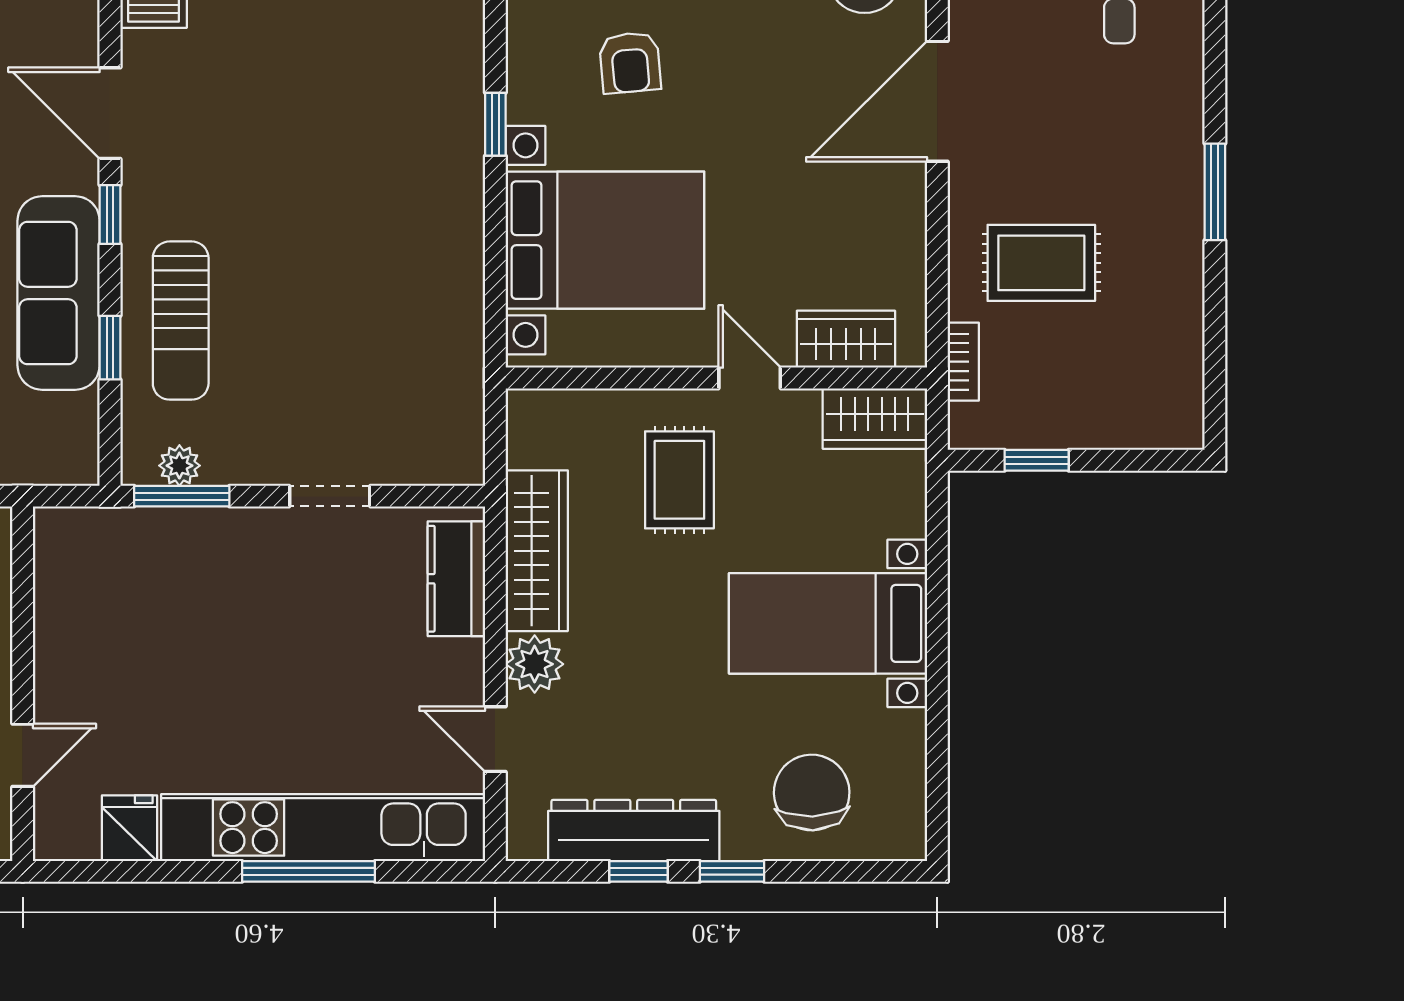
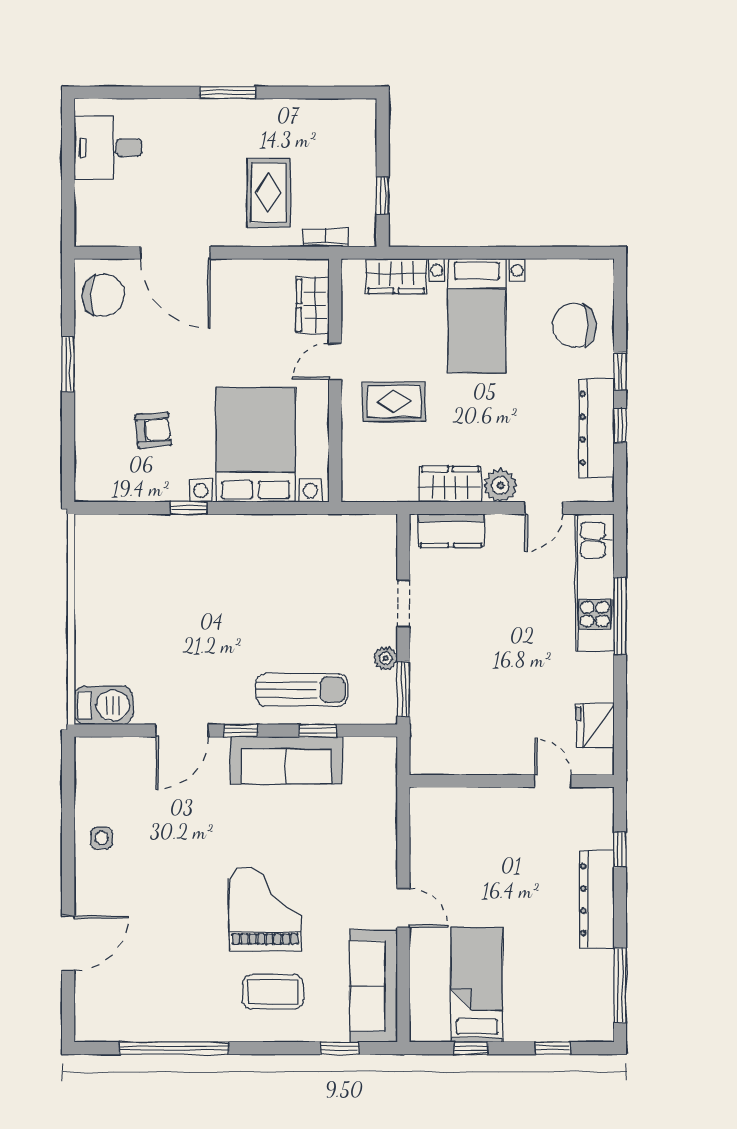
wardrobe: (875, 419) -> (396, 276), moved, turned 90
plant: (179, 466) -> (386, 658), moved
wardrobe: (537, 551) -> (450, 484), width x0.67
fridge: (129, 828) -> (595, 725), width x1.38
kitchen unit: (323, 828) -> (595, 583), width x0.73

